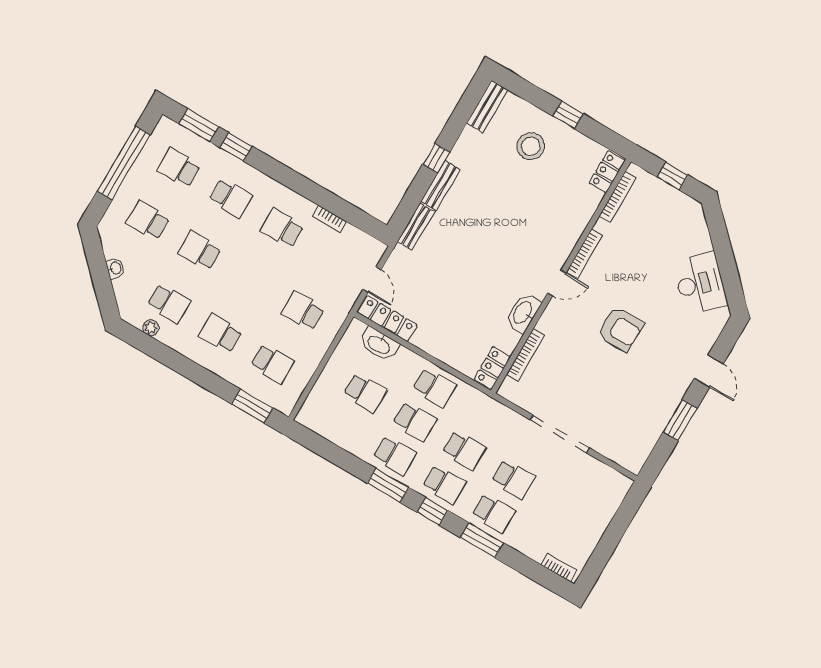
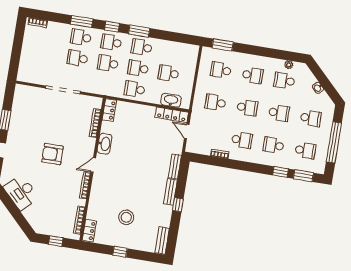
stool: (531, 146) -> (126, 217), moved
school desk: (251, 281) -> (247, 108), added
school desk: (303, 311) -> (215, 102), turned 180

